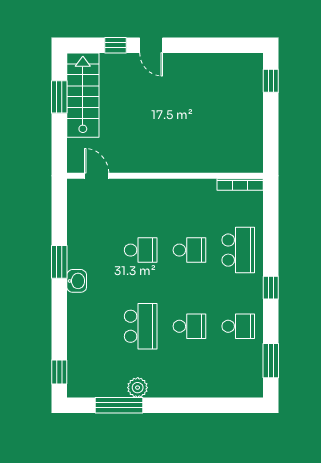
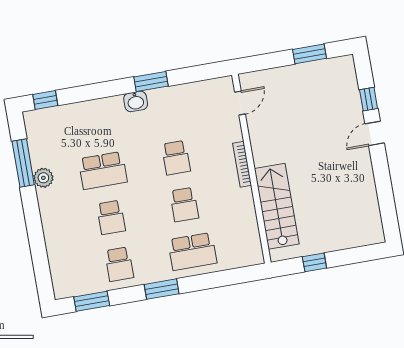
window: (271, 81) -> (314, 262), moved
stairs: (83, 95) -> (277, 206), moved, turned -90
bookcase: (240, 184) -> (242, 164), moved
window: (271, 288) -> (162, 289), width x1.50

